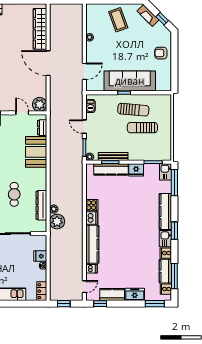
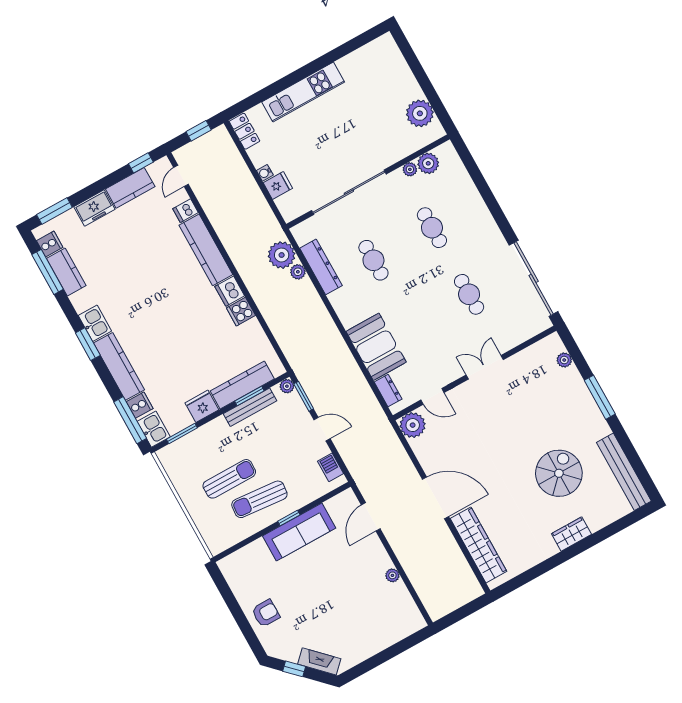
coffee table: (118, 20) -> (363, 628), removed
sofa: (130, 81) -> (299, 532), width x0.74, depth x0.79
cooker: (166, 253) -> (140, 405), moved

